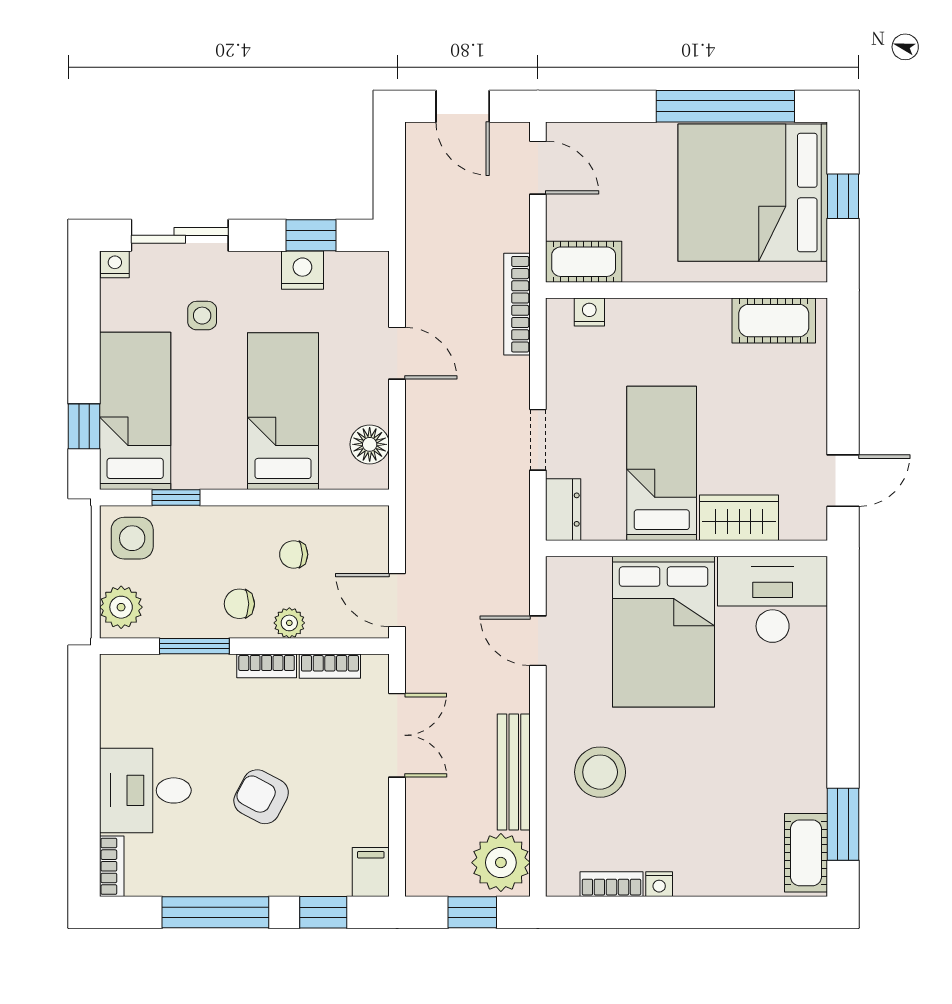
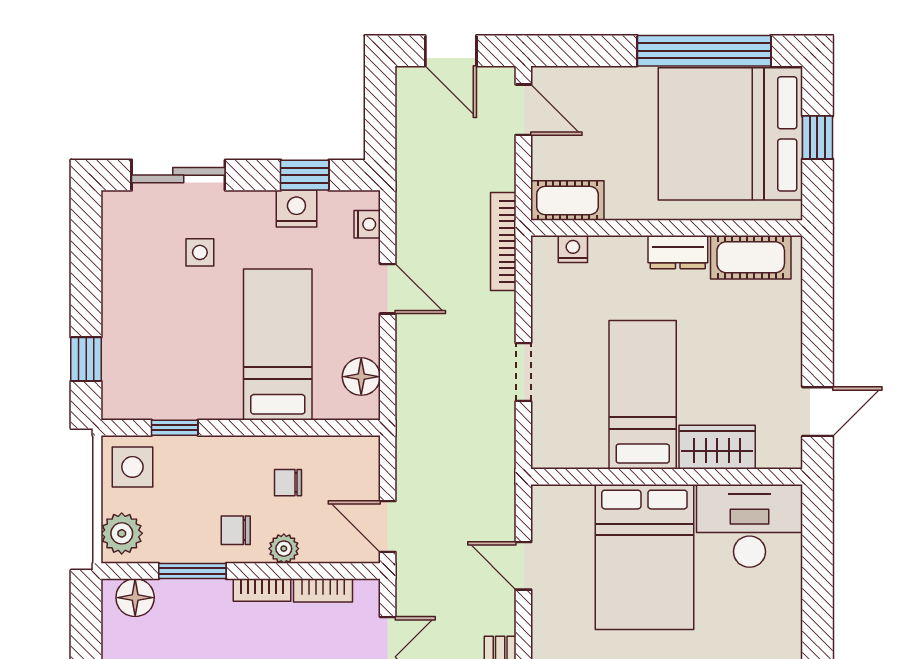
nightstand: (115, 264) -> (367, 224), moved, turned 90
bed: (135, 411) -> (135, 344), removed
dresser: (563, 510) -> (678, 252), moved, turned 90
floor lamp: (135, 674) -> (135, 598), added

